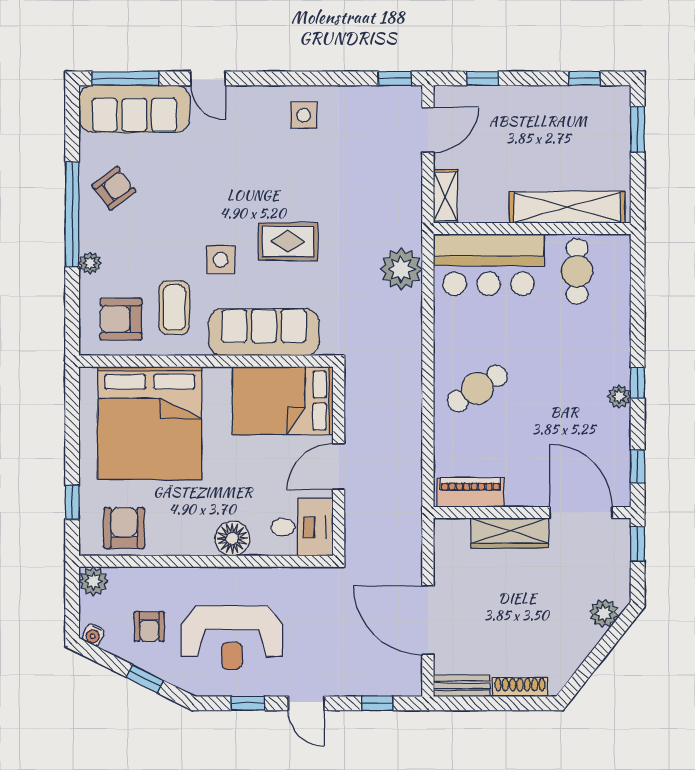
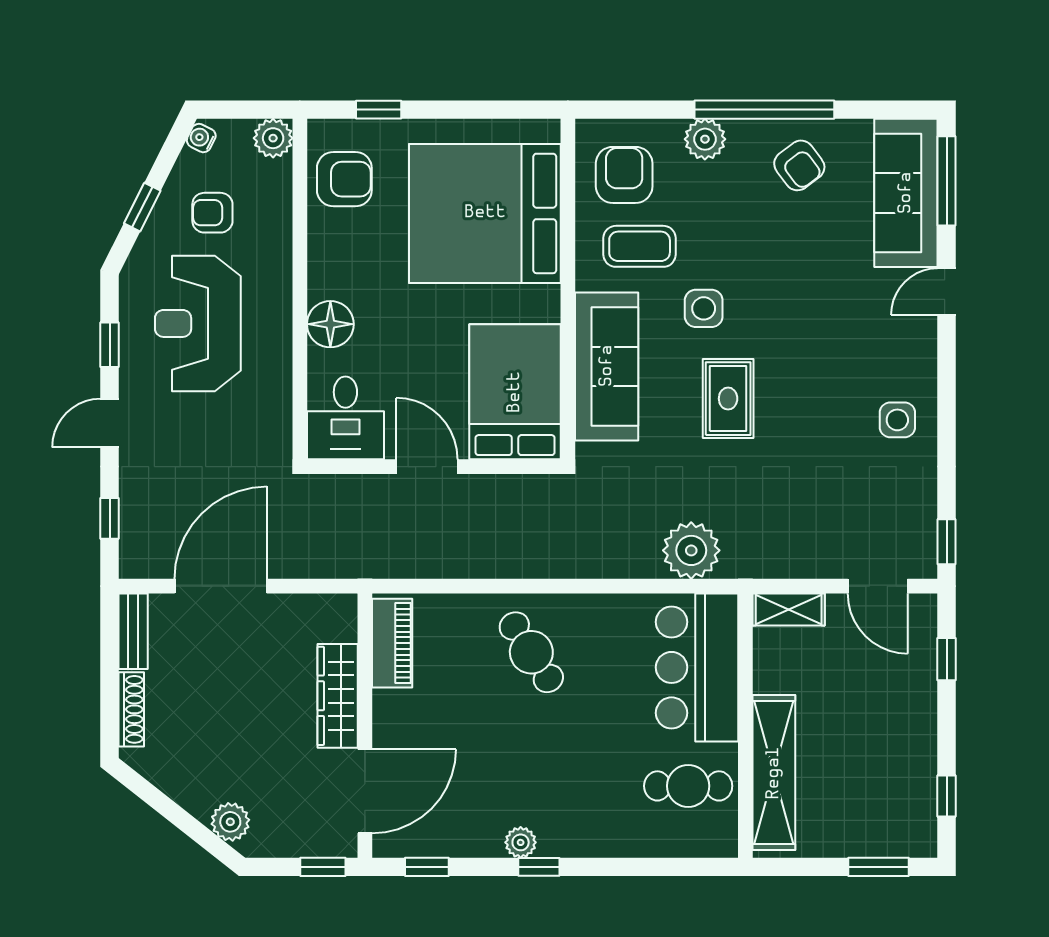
plant: (90, 263) -> (705, 139), width x1.38, depth x1.38

